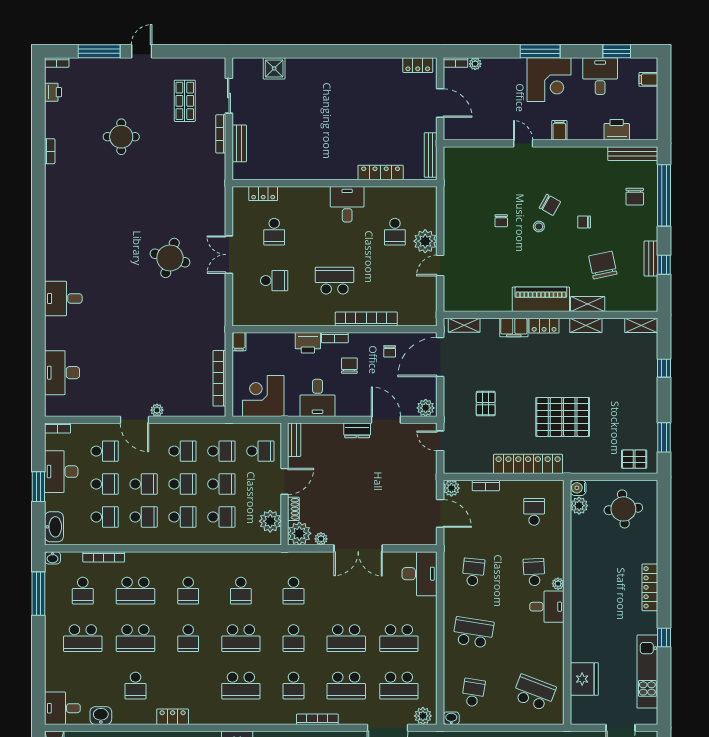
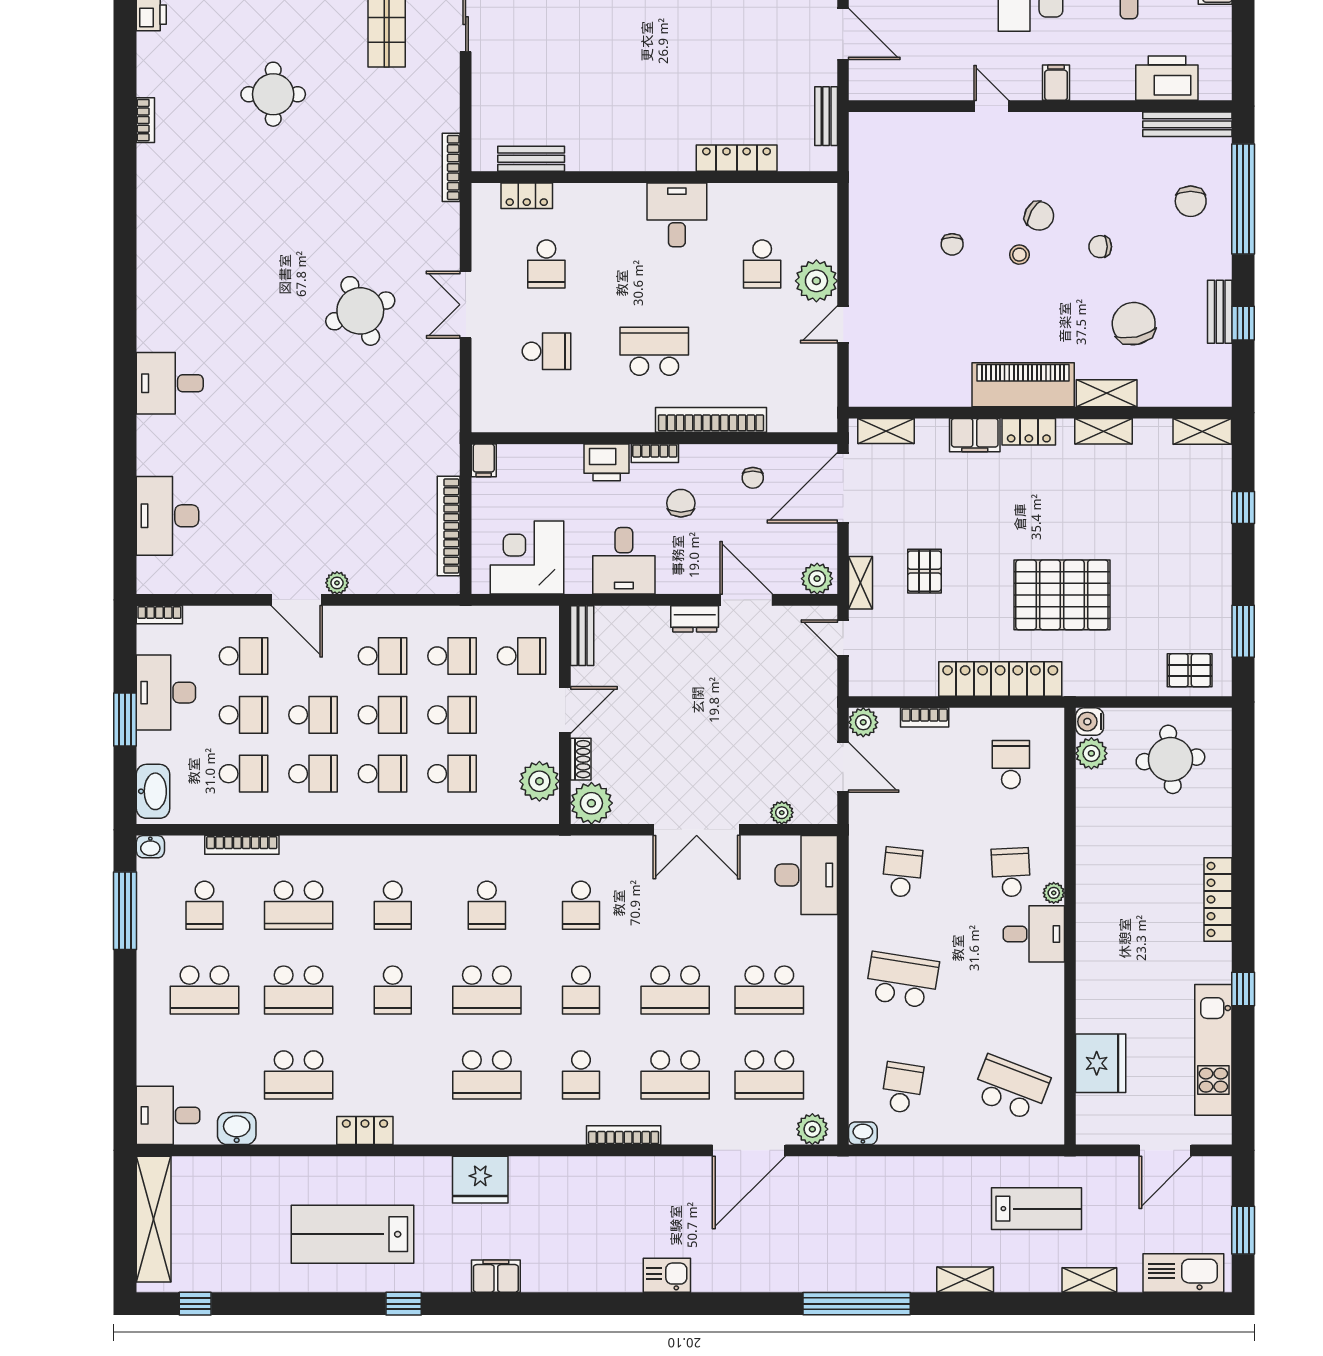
printer: (617, 130) -> (1167, 78), width x1.37, depth x1.19
bookcase: (221, 134) -> (451, 167), moved
bench: (239, 143) -> (531, 159), moved, turned 90
bench: (431, 155) -> (826, 116), width x0.73
round table: (170, 258) -> (360, 311), turned -38
shelving: (450, 410) -> (861, 583), added
plant: (321, 539) -> (782, 813), moved
school desk: (135, 686) -> (299, 1075), width x1.85

